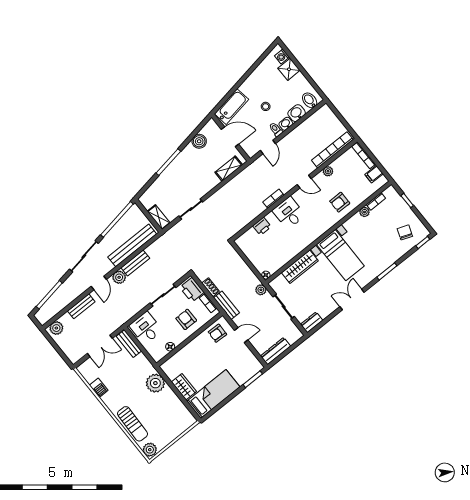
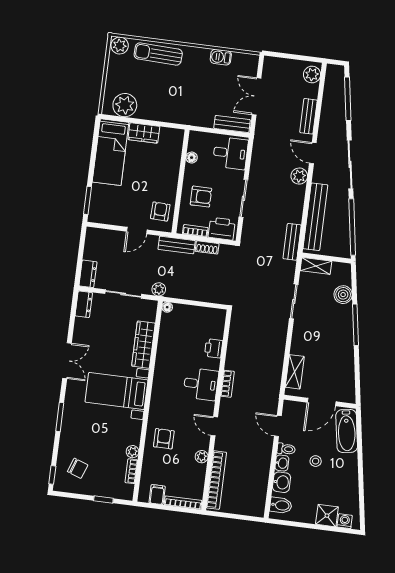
boiler: (199, 141) -> (343, 295), moved
door: (304, 182) -> (214, 426), hinge flipped
bench: (135, 263) -> (292, 242), moved
dresser: (276, 351) -> (88, 274), moved, width x0.70
plant: (155, 383) -> (125, 105), moved

